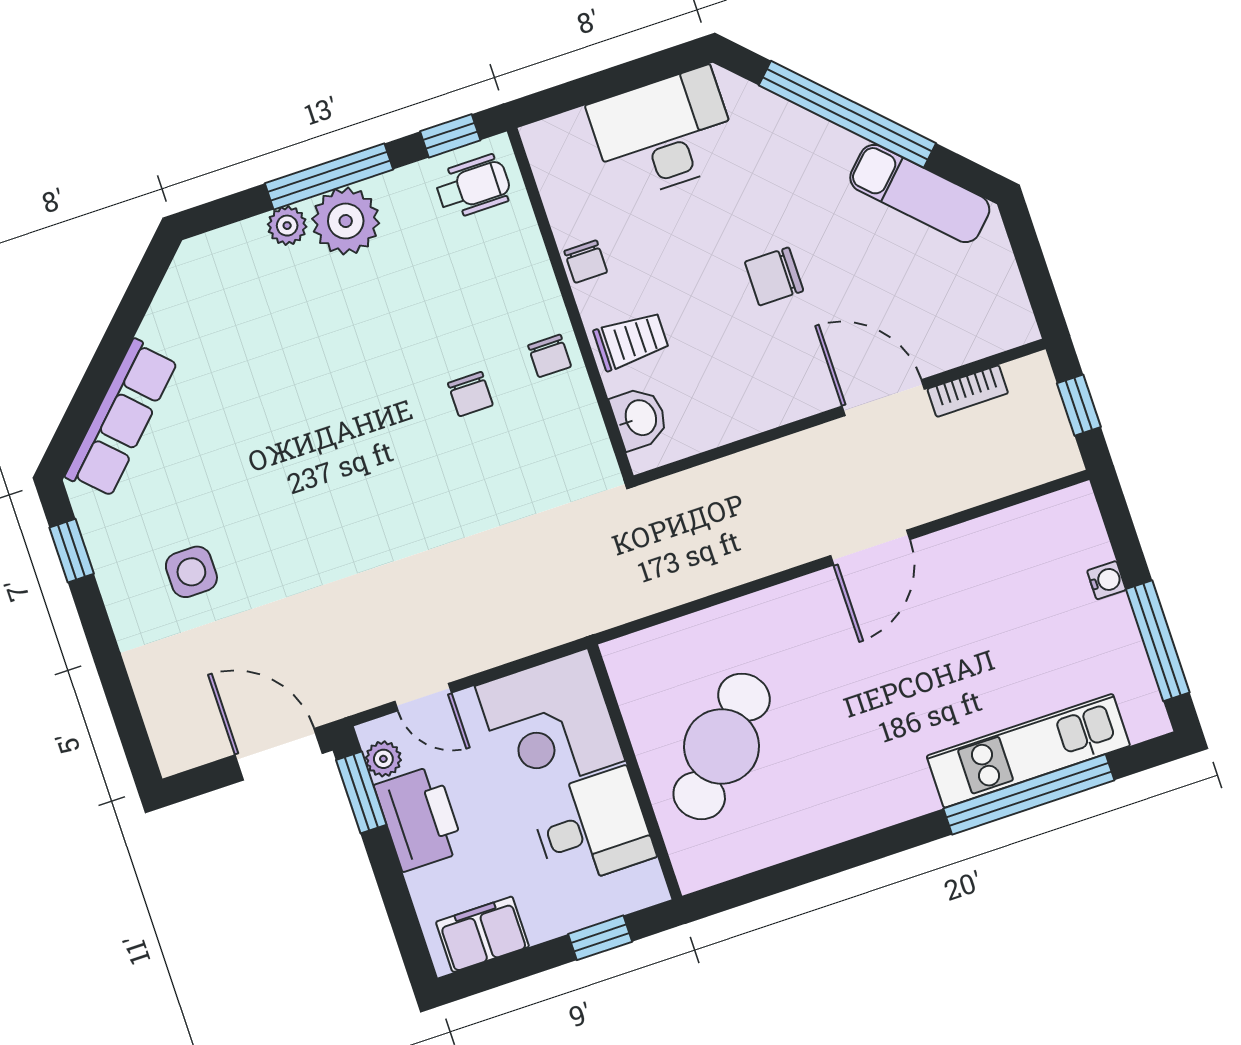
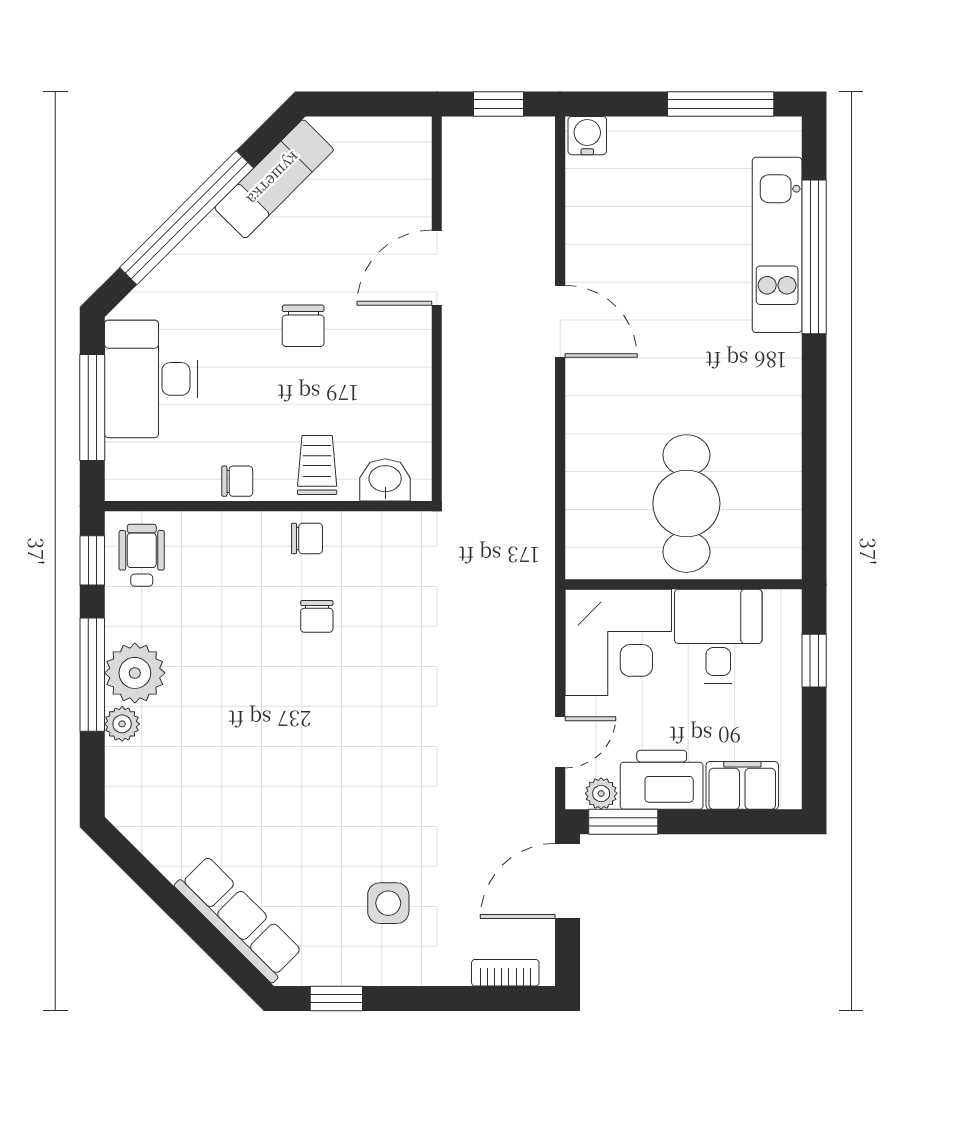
window: (612, 82) -> (92, 408), added
bookcase: (968, 391) -> (505, 973), moved, turned -90
chair: (470, 394) -> (317, 616), turned 90
water cooler: (1107, 580) -> (587, 136), moved, width x1.38, depth x1.38
cafe table: (722, 746) -> (686, 504), turned 47
filing cabinet: (482, 934) -> (742, 785), moved, turned 90

